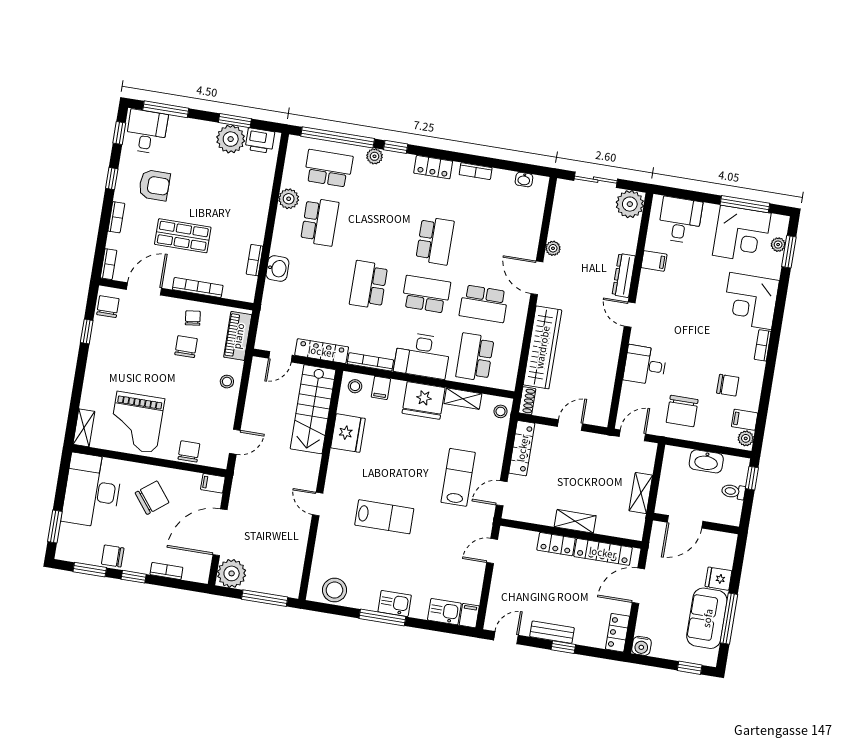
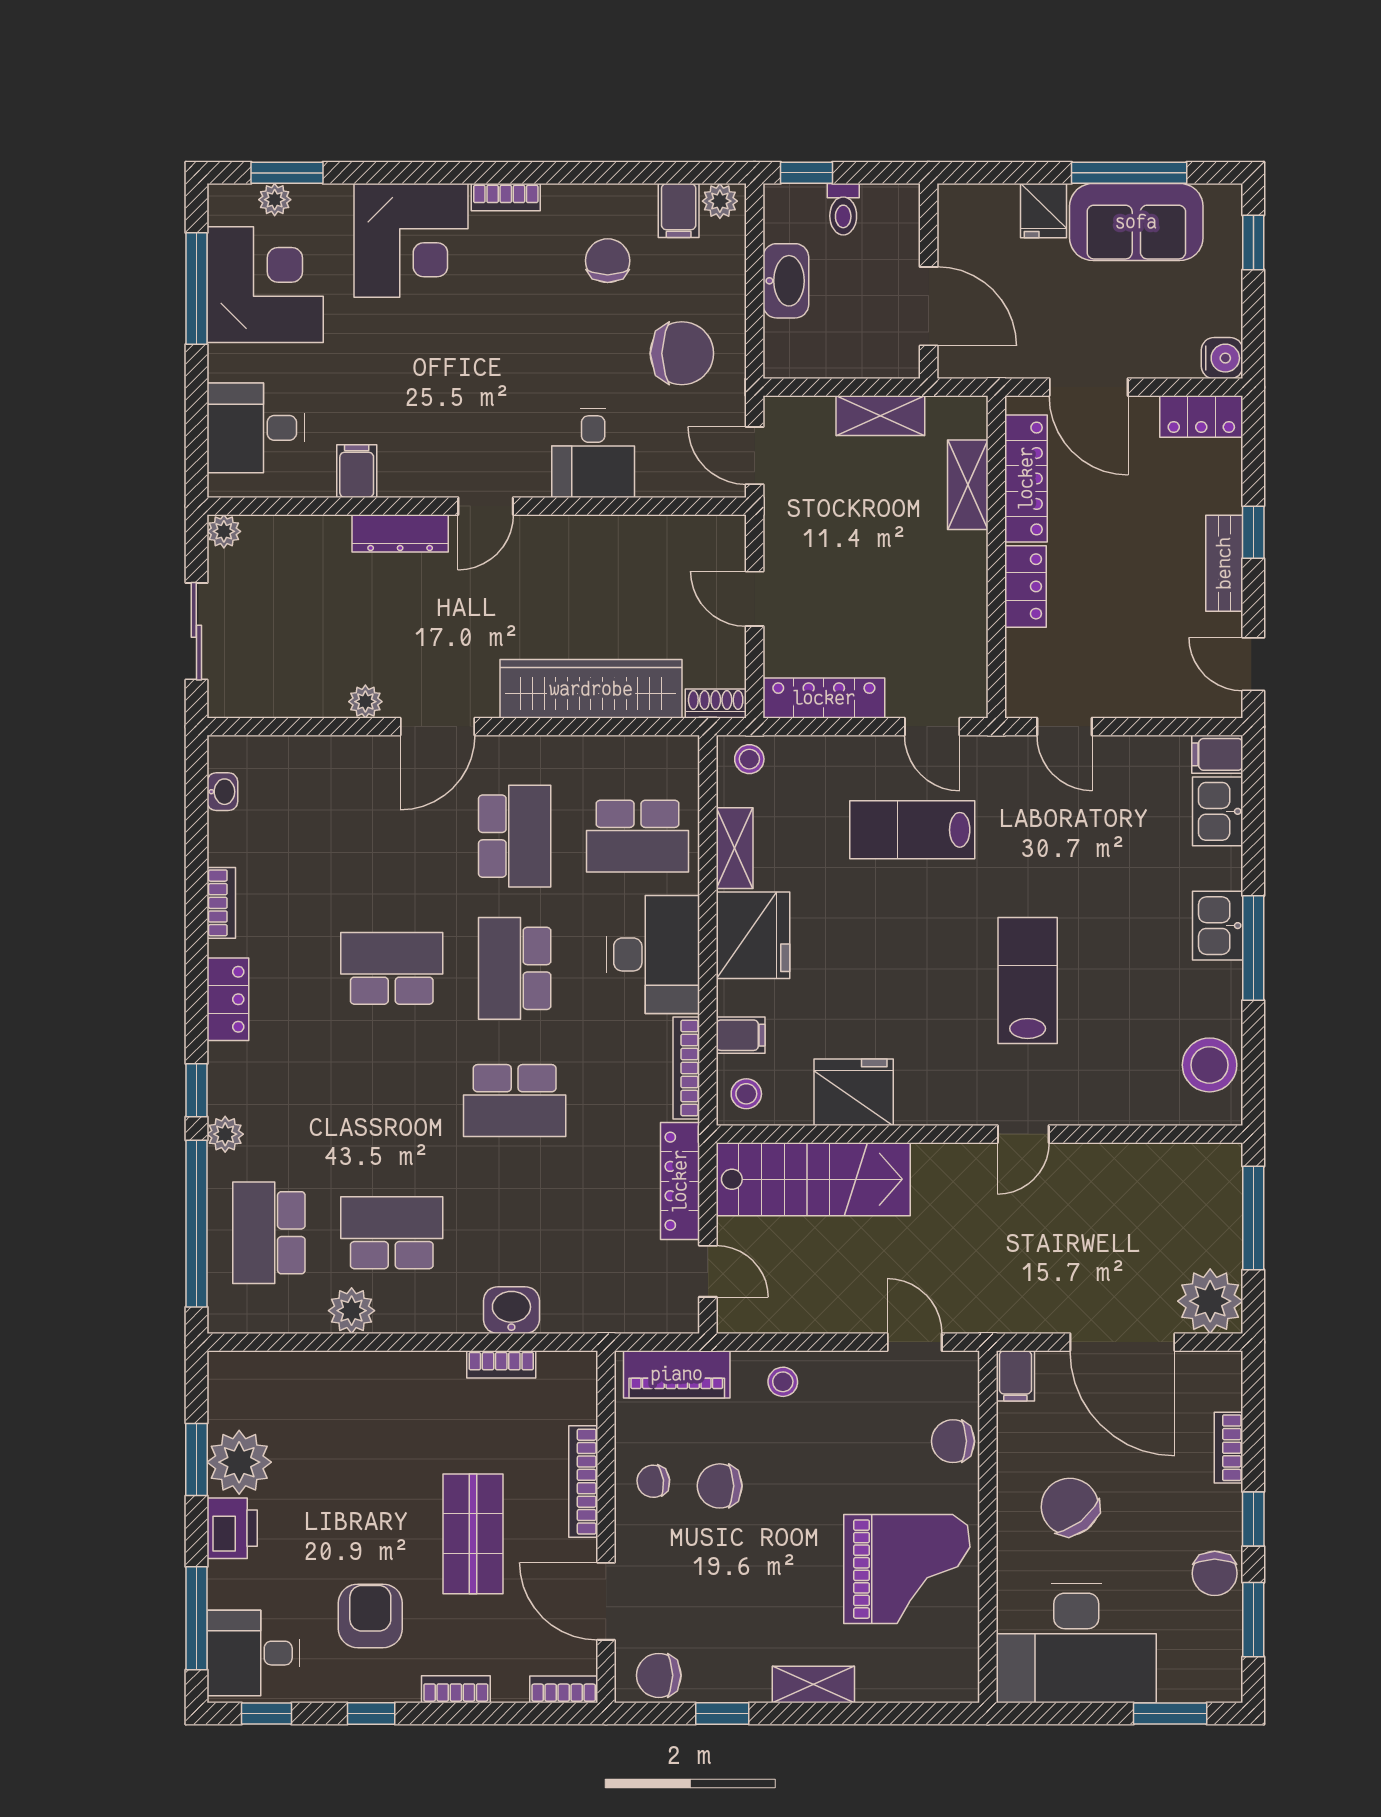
printer: (260, 141) -> (232, 1528), moved
plant: (630, 204) -> (224, 531), width x0.53, depth x0.53
shelving: (84, 428) -> (813, 1685), moved
shelving: (575, 521) -> (968, 485), moved

